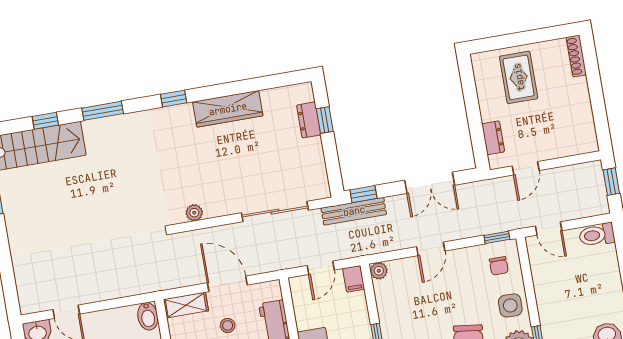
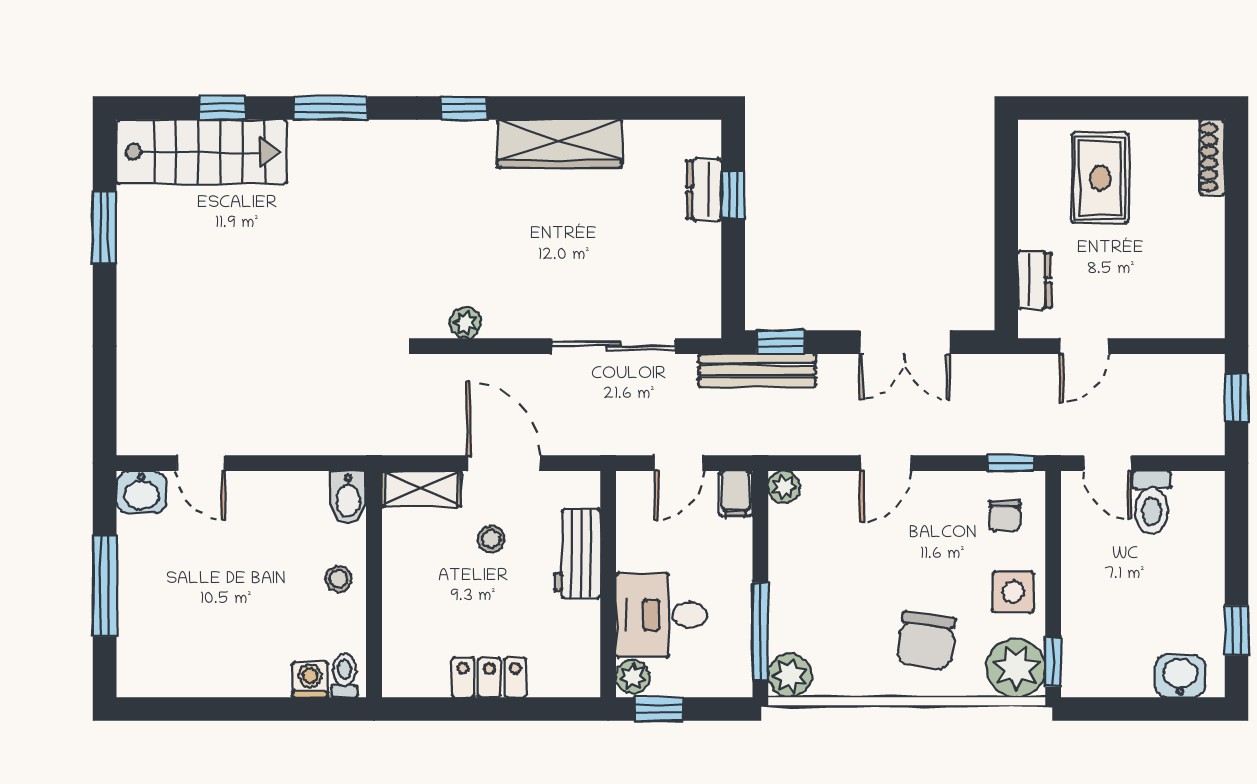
toilet: (597, 235) -> (1152, 503), moved, turned -90

